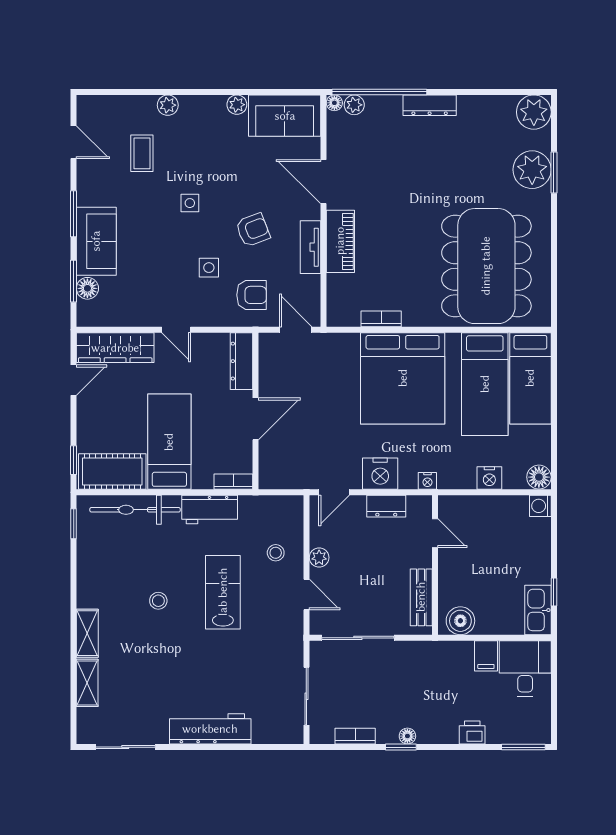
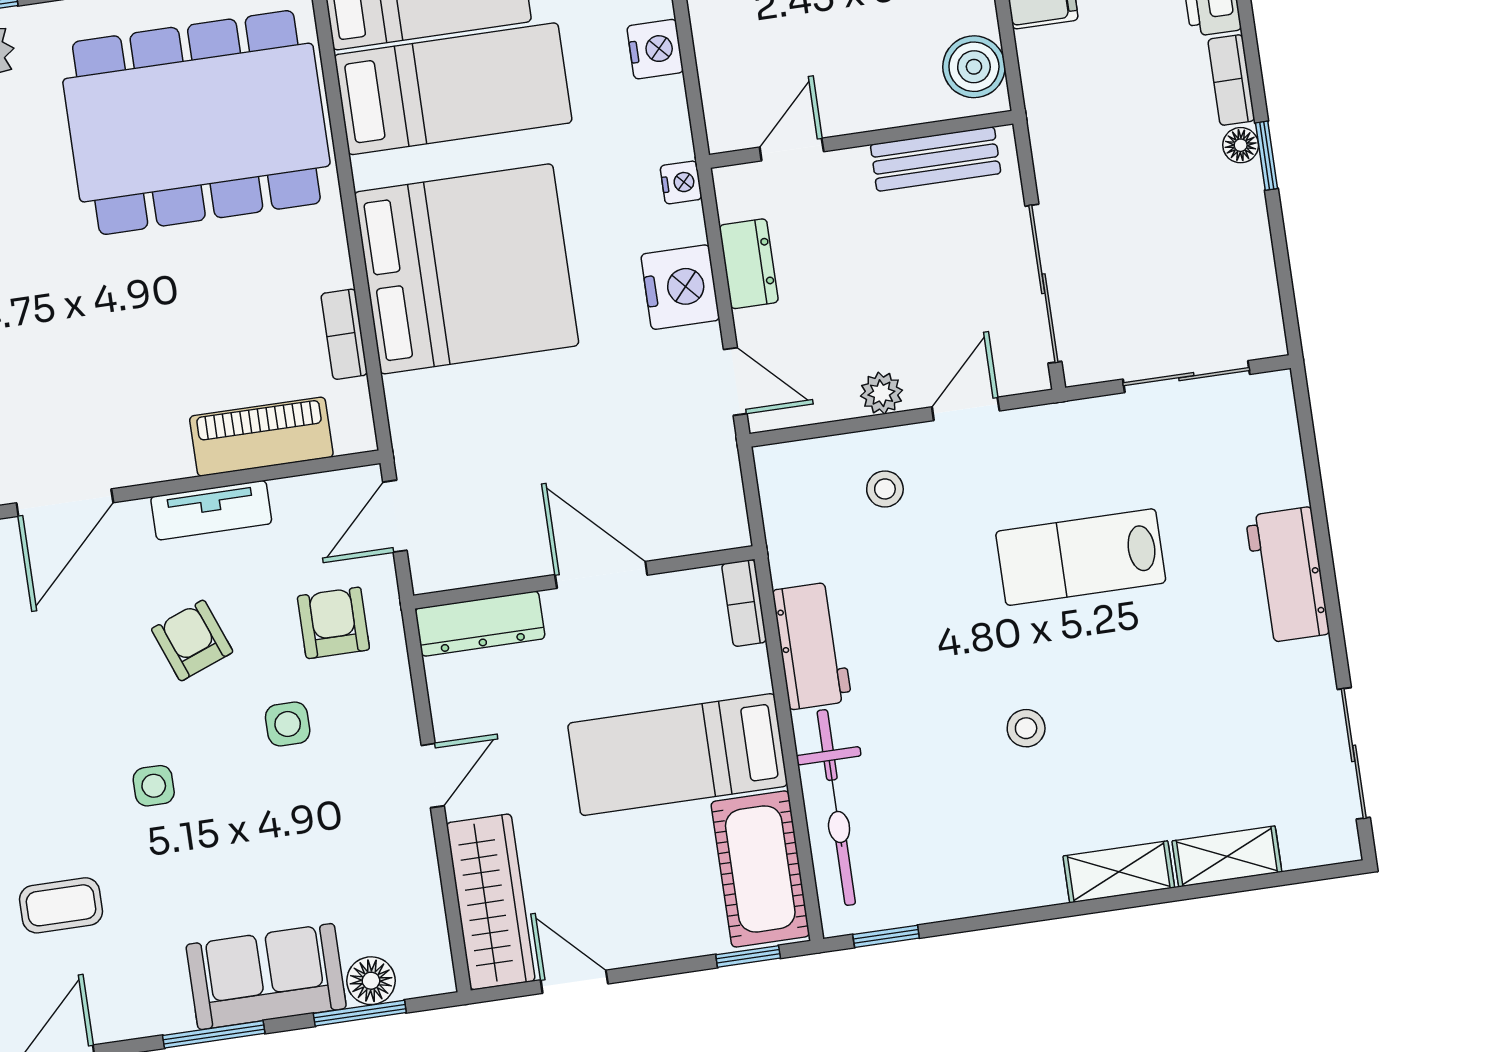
piano: (340, 241) -> (261, 437), moved
lab bench: (223, 592) -> (1081, 557), moved
workbench: (210, 729) -> (1288, 575), width x0.73
bookcase: (355, 736) -> (1231, 80), moved

